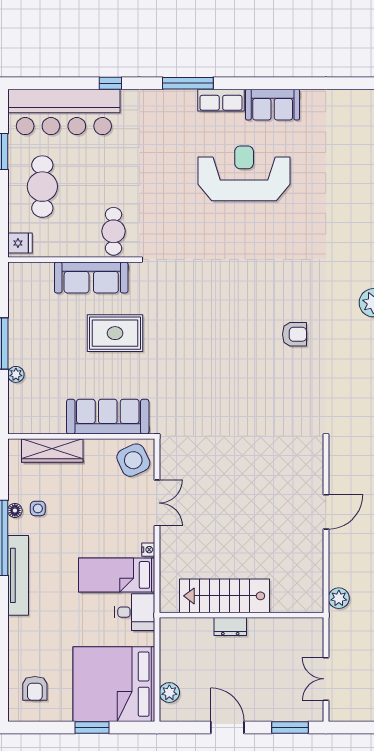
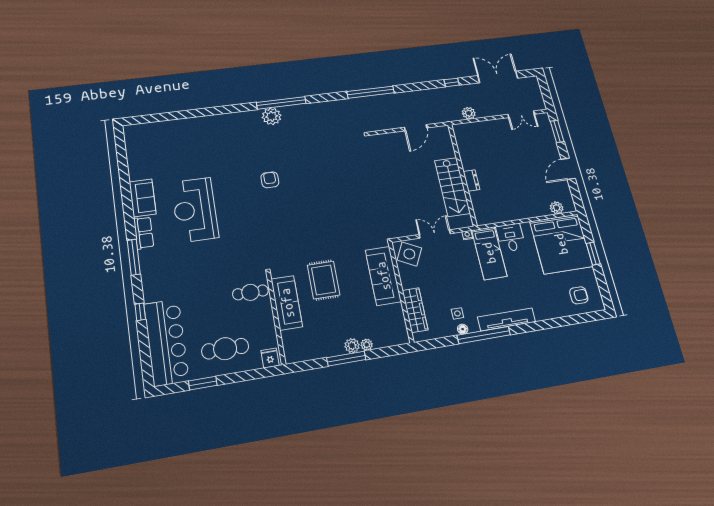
armchair: (295, 334) -> (270, 180), moved
plant: (18, 355) -> (352, 346), added
side table: (133, 460) -> (409, 254), turned -38
door: (326, 512) -> (416, 128), swing flipped
stairs: (225, 596) -> (452, 187), moved
wall: (241, 615) -> (462, 175), moved
dresser: (230, 627) -> (471, 181), moved

